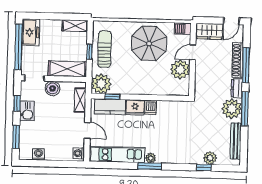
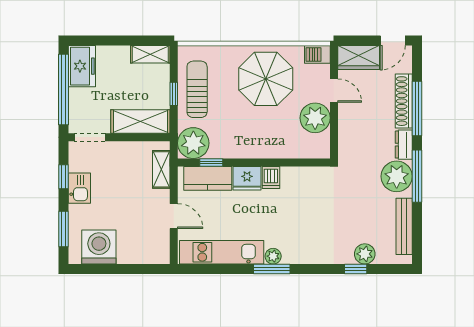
door: (193, 52) -> (334, 91), swing flipped
boiler: (52, 88) -> (118, 152), removed
washing machine: (79, 153) -> (161, 252), removed
washing machine: (38, 154) -> (99, 247), width x1.89, depth x1.89

